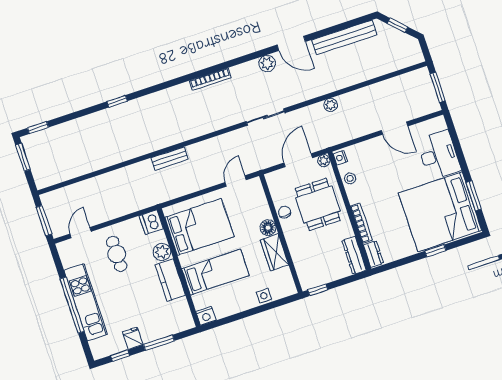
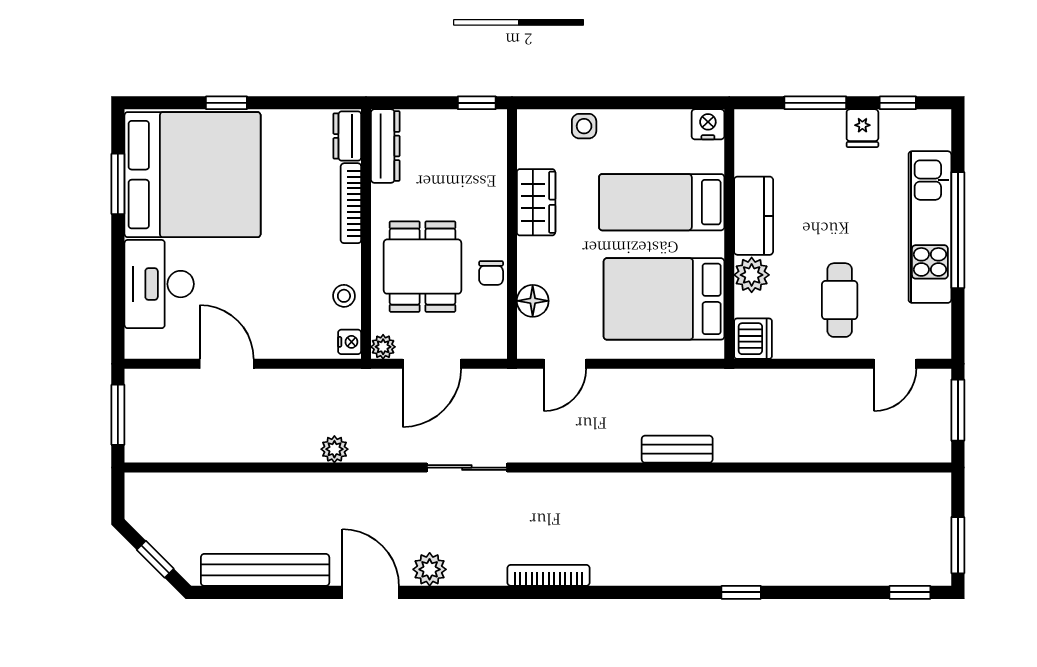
floor lamp: (268, 228) -> (533, 301), moved

